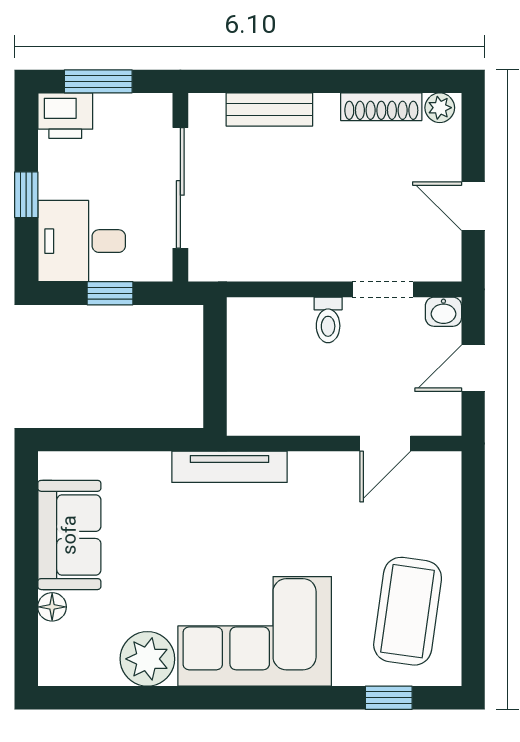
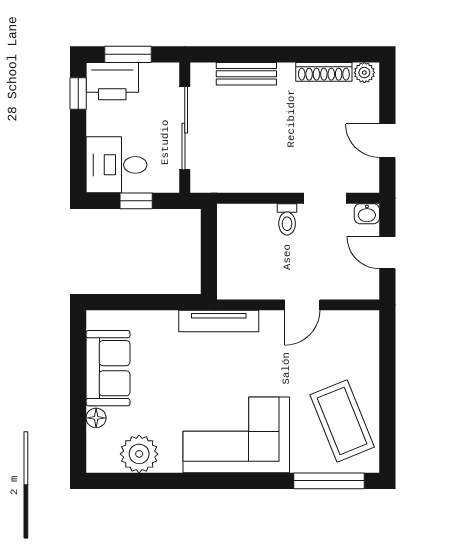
printer: (65, 116) -> (112, 81), width x1.37, depth x1.19
window: (26, 195) -> (78, 94), moved
door: (473, 368) -> (387, 253), hinge flipped
door: (385, 443) -> (302, 305), moved
coffee table: (408, 611) -> (342, 421), turned -30
plant: (147, 659) -> (139, 454), moved
window: (389, 698) -> (329, 481), width x2.17

